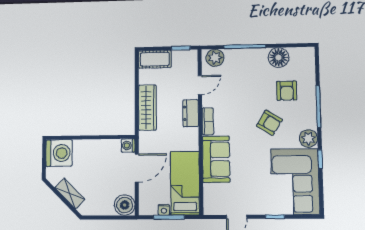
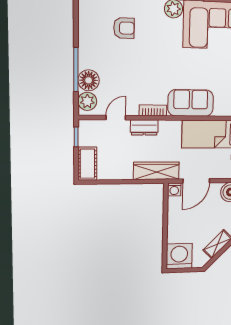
floor lamp: (279, 58) -> (89, 80), moved
door: (200, 85) -> (116, 118), hinge flipped
wardrobe: (147, 108) -> (156, 171), moved
armchair: (269, 123) -> (156, 48), removed
door: (137, 168) -> (196, 181), swing flipped

